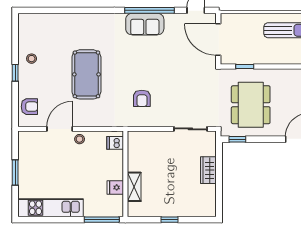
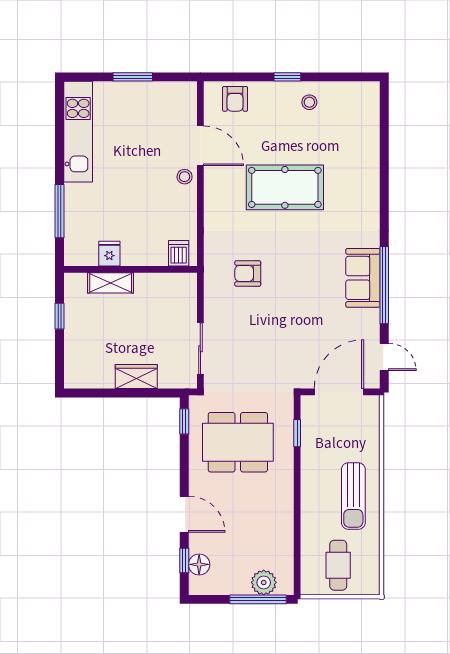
dishwasher: (115, 143) -> (179, 253), moved
wall: (125, 174) -> (131, 269), moved
fridge: (115, 187) -> (109, 254), moved
shelving: (134, 187) -> (111, 283), moved

